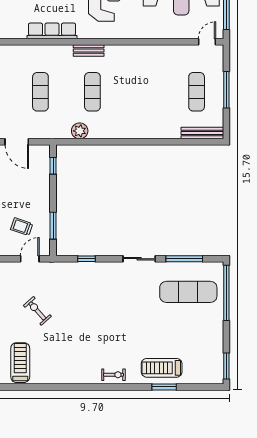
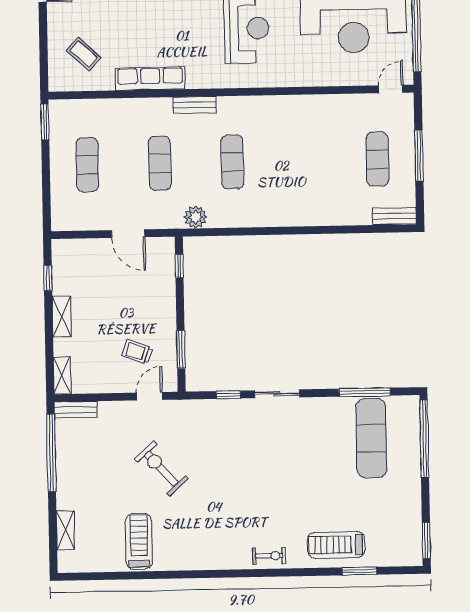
row of seats: (52, 31) -> (150, 79), moved
bench: (89, 50) -> (195, 105), moved
plant: (80, 131) -> (196, 217), moved
bench: (202, 133) -> (394, 216), width x0.73
sliding door: (139, 259) -> (277, 394), moved
exercise mat: (188, 292) -> (371, 438), turned 90
exercise bike: (37, 311) -> (161, 469), width x1.38, depth x1.39
window: (164, 387) -> (360, 571), moved

